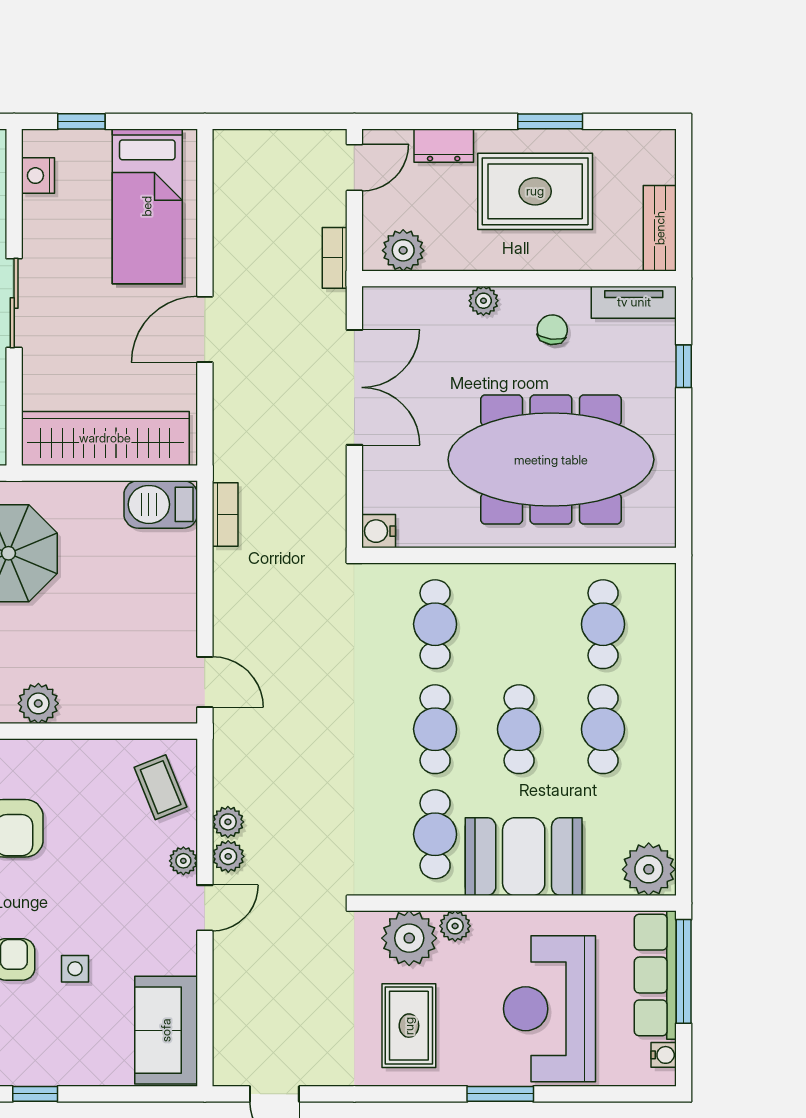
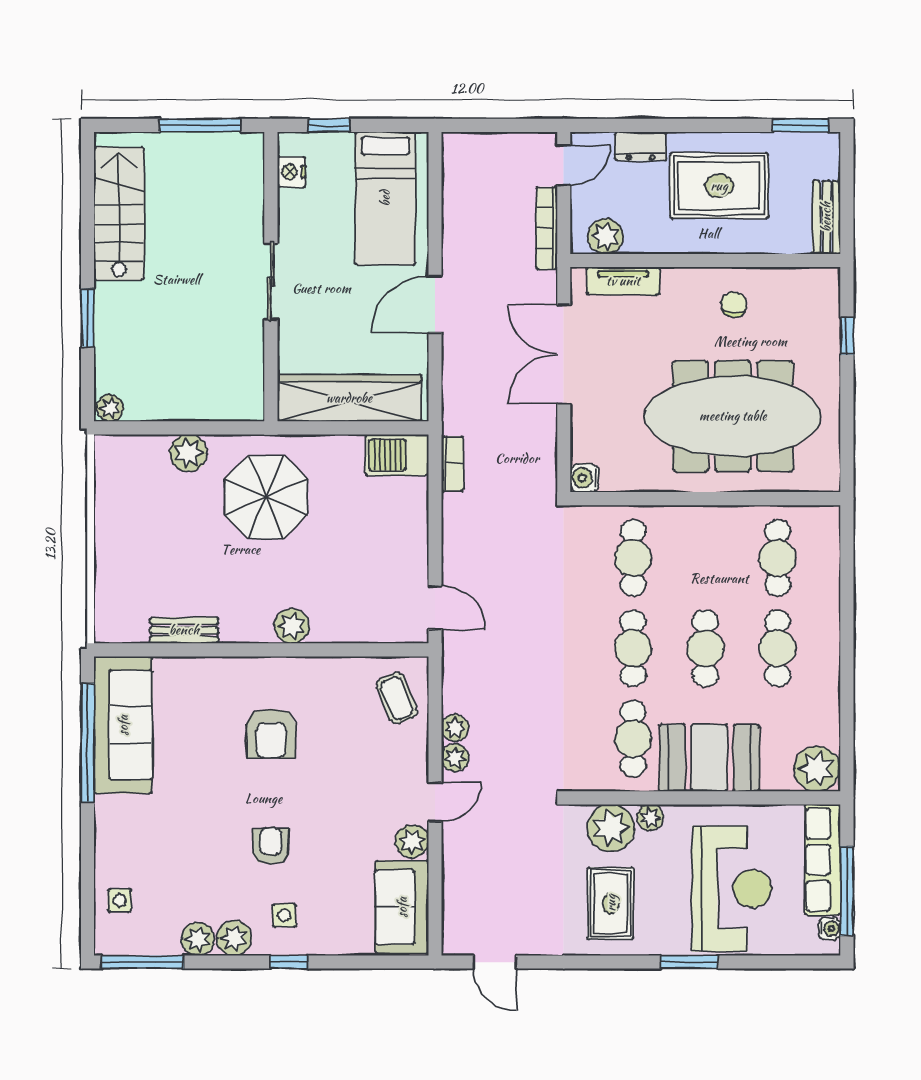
window: (550, 121) -> (801, 125), moved
bookcase: (335, 258) -> (547, 228), width x1.56
plant: (483, 301) -> (675, 280), removed
tv unit: (634, 302) -> (623, 281), moved
double door: (354, 387) -> (564, 354), swing flipped
plant: (183, 861) -> (412, 841), moved, width x1.38, depth x1.38
side table: (75, 969) -> (284, 915), moved
window: (684, 971) -> (847, 891), moved
reception desk: (550, 1009) -> (732, 889), turned 180

